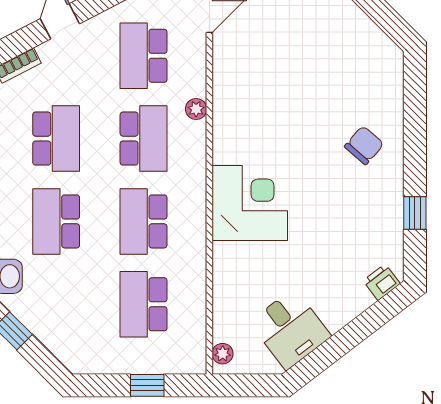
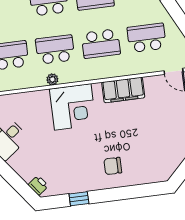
plant: (196, 109) -> (52, 79), moved
filing cabinet: (231, 109) -> (123, 90), added
chair: (364, 145) -> (113, 166), turned 139

